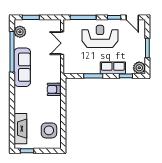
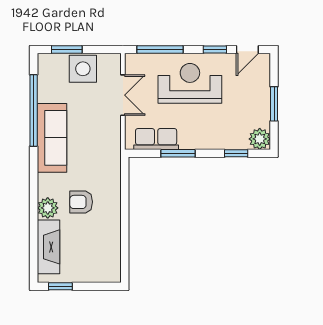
door: (132, 17) -> (247, 49), hinge flipped
plant: (20, 32) -> (48, 208), moved
double door: (62, 43) -> (123, 95), swing flipped
row of seats: (113, 68) -> (156, 139), moved
armchair: (54, 89) -> (81, 202), moved
side table: (49, 130) -> (83, 69), moved

